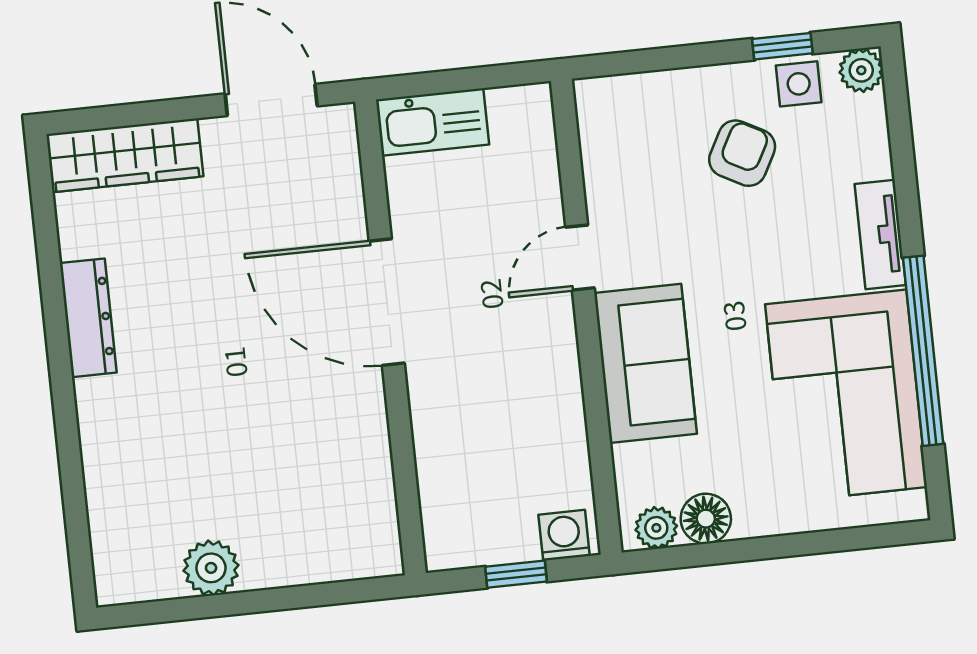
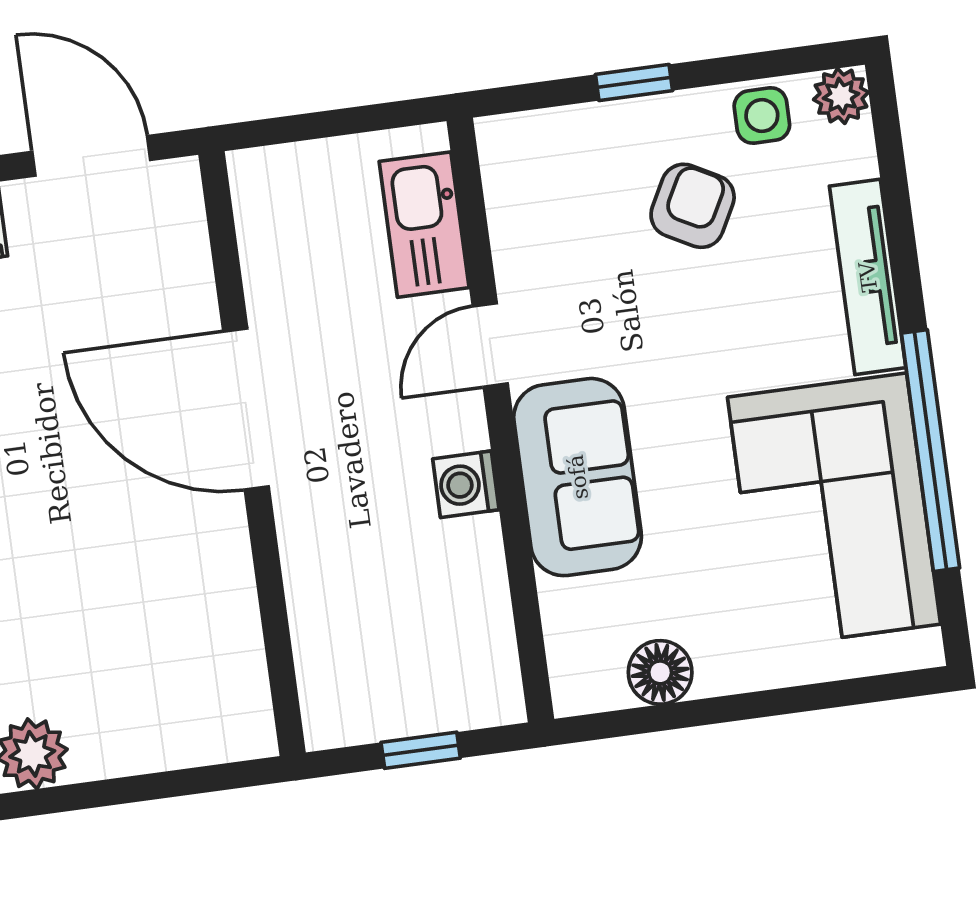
window: (782, 46) -> (634, 82), moved
kitchen sink: (432, 122) -> (424, 225), moved, turned 90
tv unit: (880, 235) -> (868, 277), width x1.41
plant: (656, 528) -> (598, 686), removed
washing machine: (564, 535) -> (466, 484), moved, turned -90

